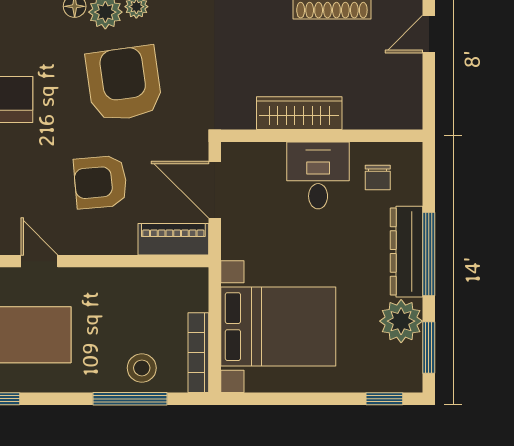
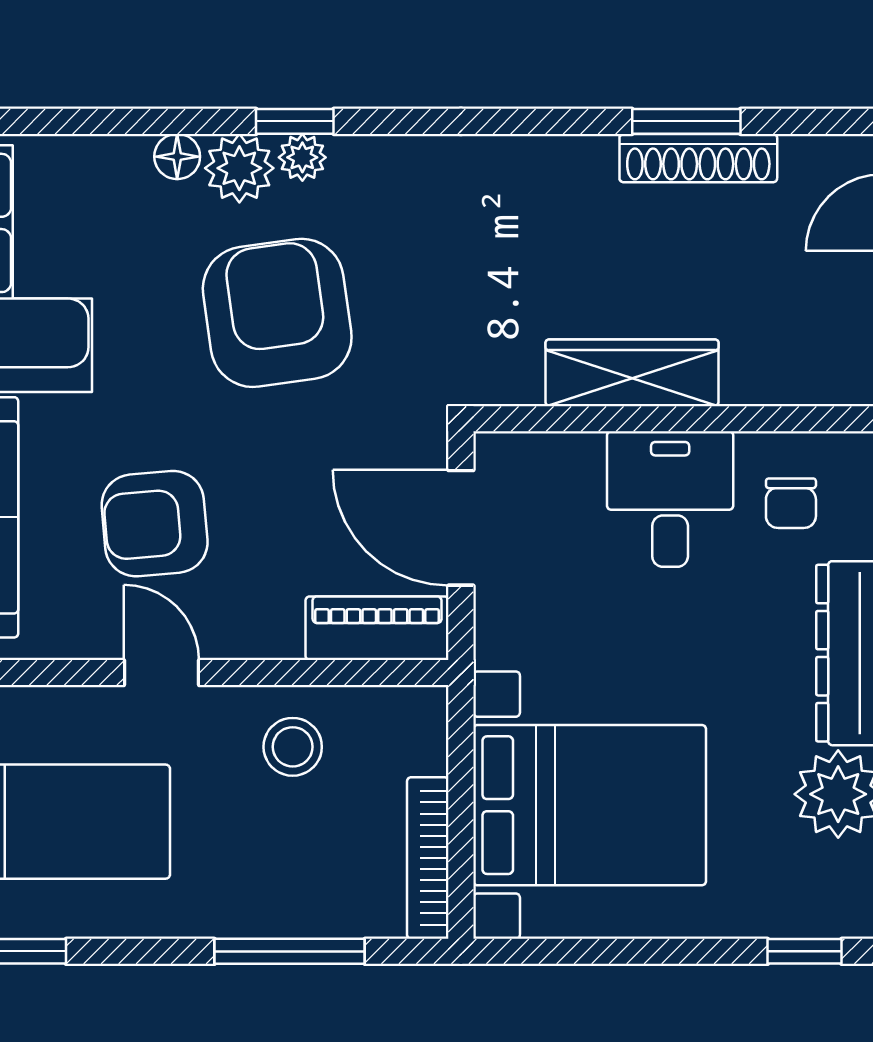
armchair: (100, 182) -> (155, 524), moved
door: (39, 261) -> (161, 673), moved
stool: (142, 368) -> (293, 747), moved

